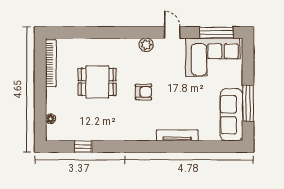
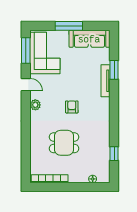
door: (172, 33) -> (26, 85), swing flipped
dining table: (97, 82) -> (64, 143), turned 90
window: (248, 103) -> (69, 26), moved
window: (191, 146) -> (114, 70), added

